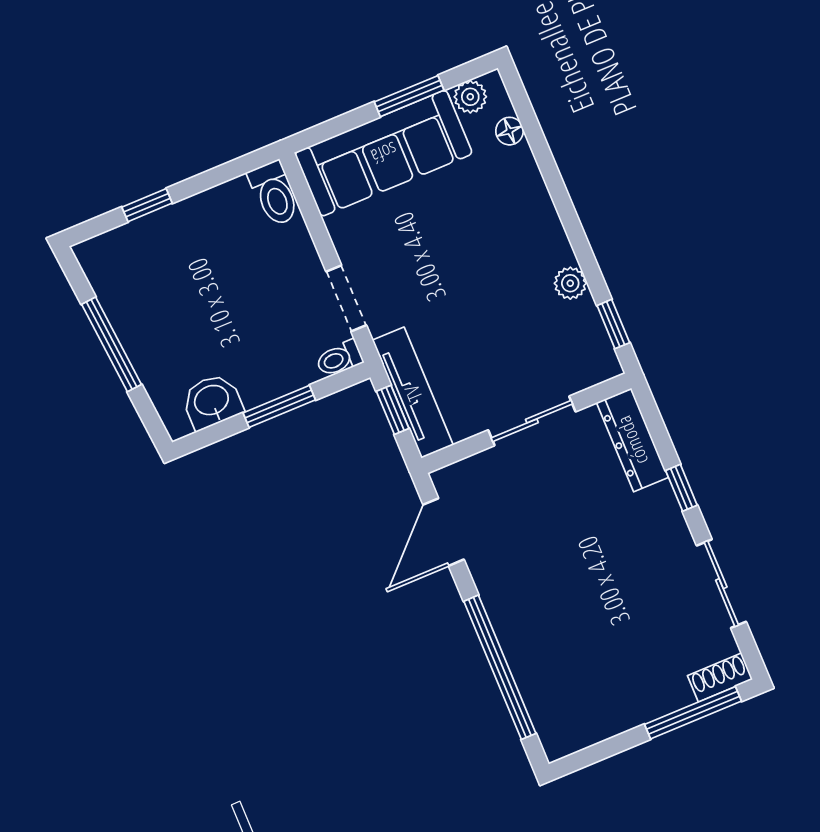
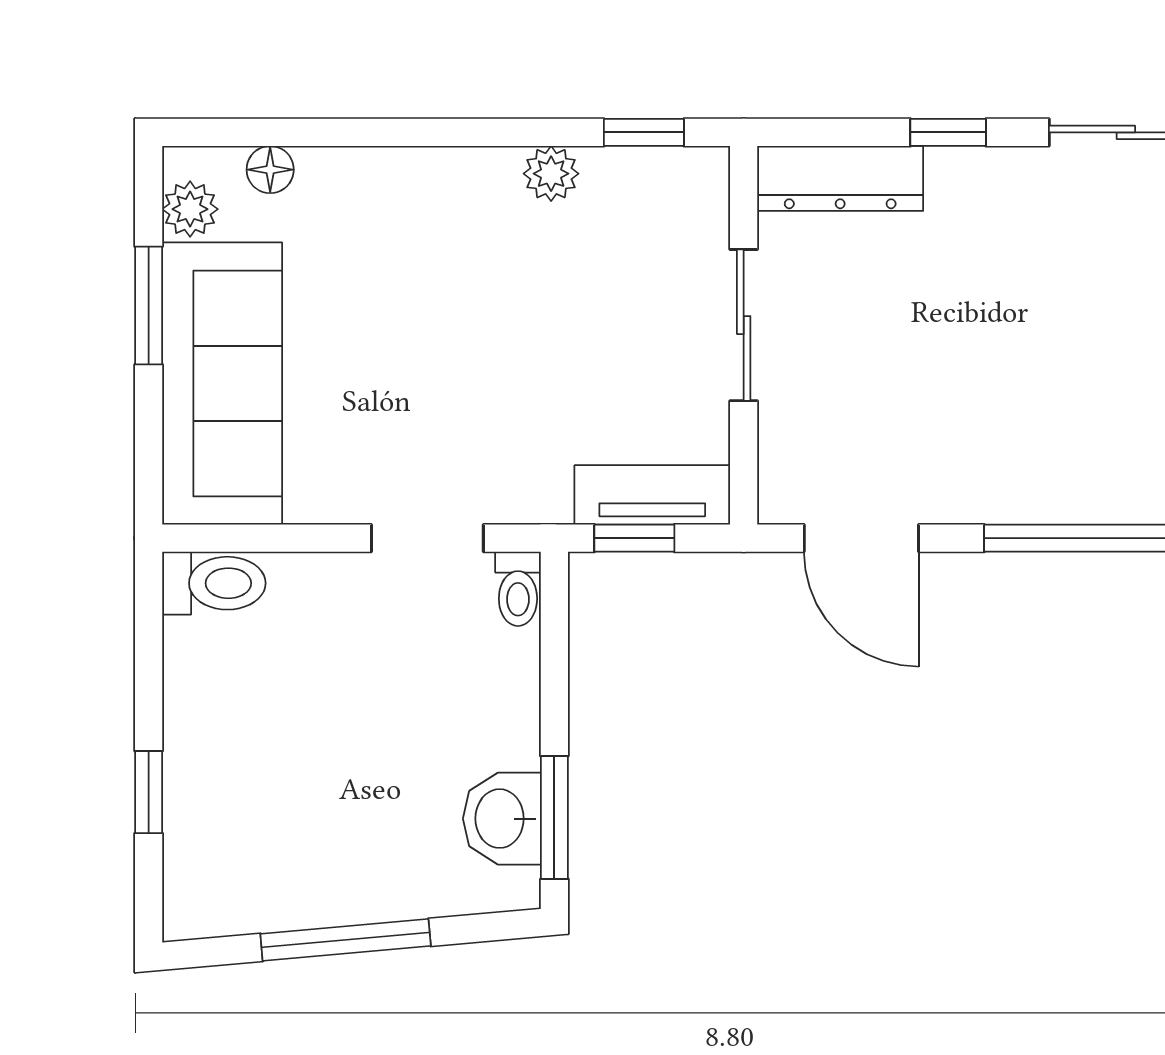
tv unit: (413, 393) -> (652, 495), width x0.71
window: (279, 406) -> (554, 817), moved

